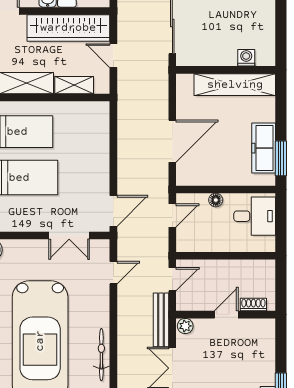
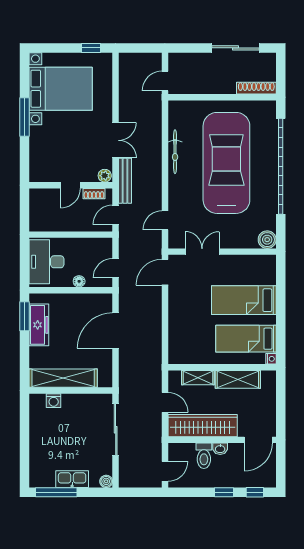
desk: (255, 216) -> (47, 262), width x1.37
shoe rack: (253, 305) -> (94, 194), moved

